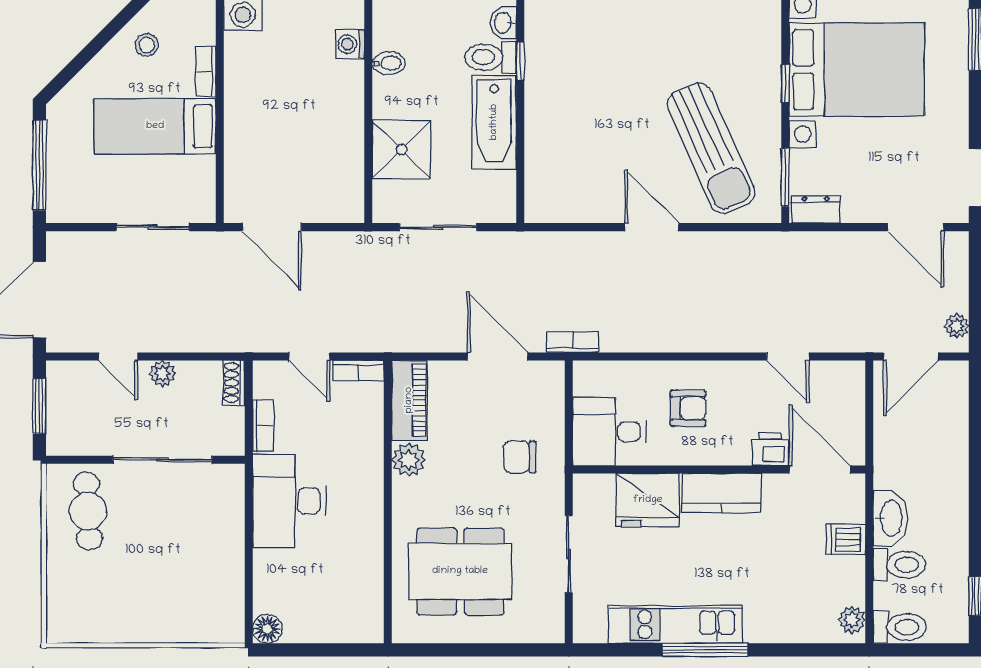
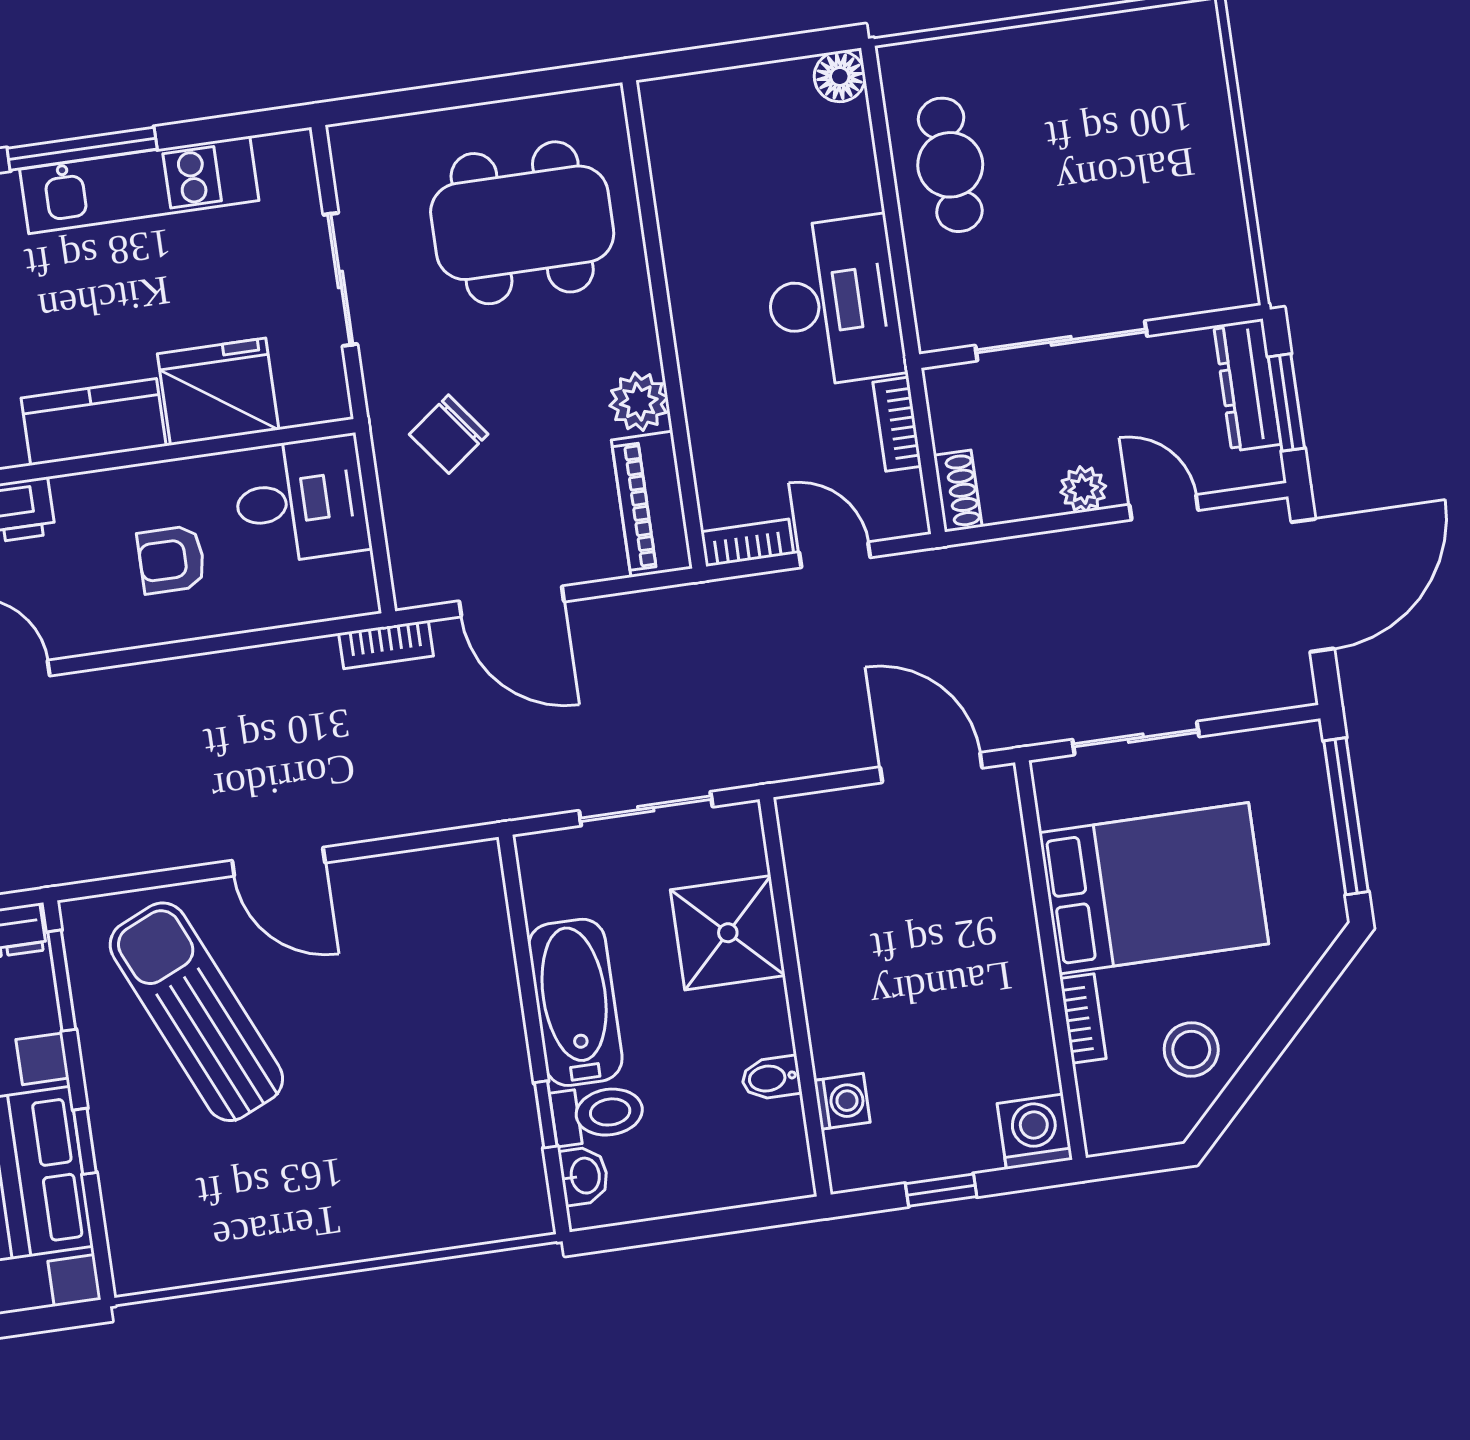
stool: (147, 45) -> (1191, 1049), width x1.37, depth x1.37
bed: (155, 126) -> (1154, 888), width x1.50
dresser: (60, 419) -> (1247, 385), added
chair: (520, 457) -> (449, 434), turned 143
cafe table: (88, 511) -> (950, 165), moved

